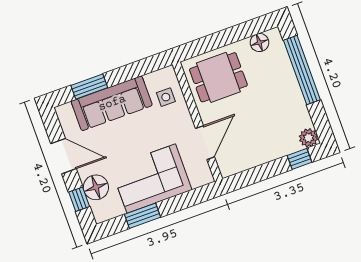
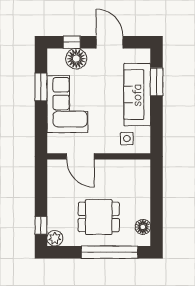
dining table: (218, 77) -> (99, 217), moved, turned 90
door: (64, 156) -> (110, 42), swing flipped

